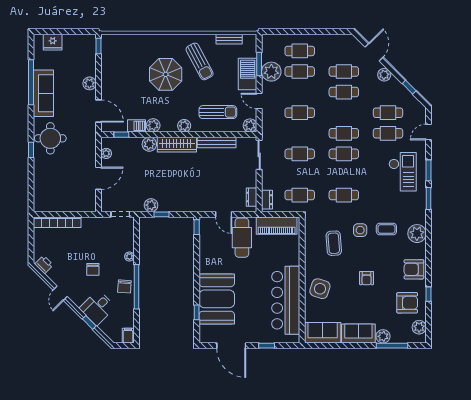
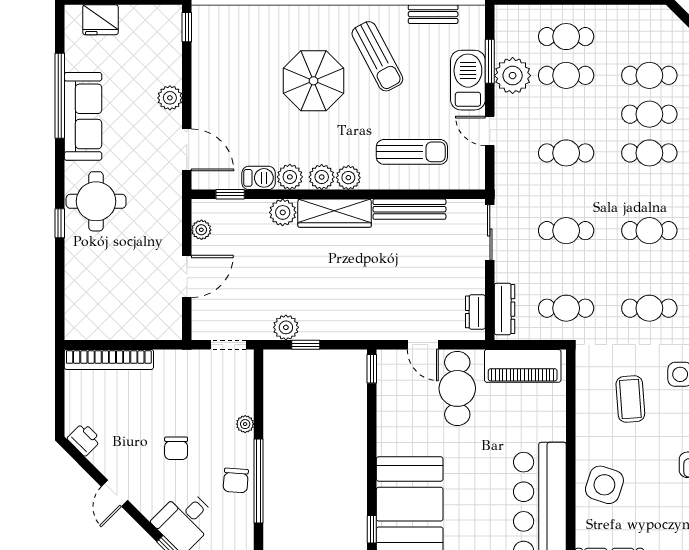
plant: (250, 125) -> (322, 177), moved
cafe table: (344, 133) -> (649, 153), moved
dresser: (267, 200) -> (505, 309), width x1.44

